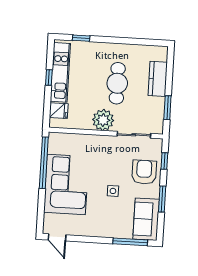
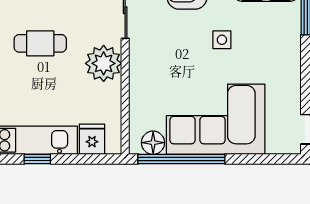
cafe table: (117, 83) -> (40, 43), width x0.73, depth x0.74
floor lamp: (54, 147) -> (153, 143), added

